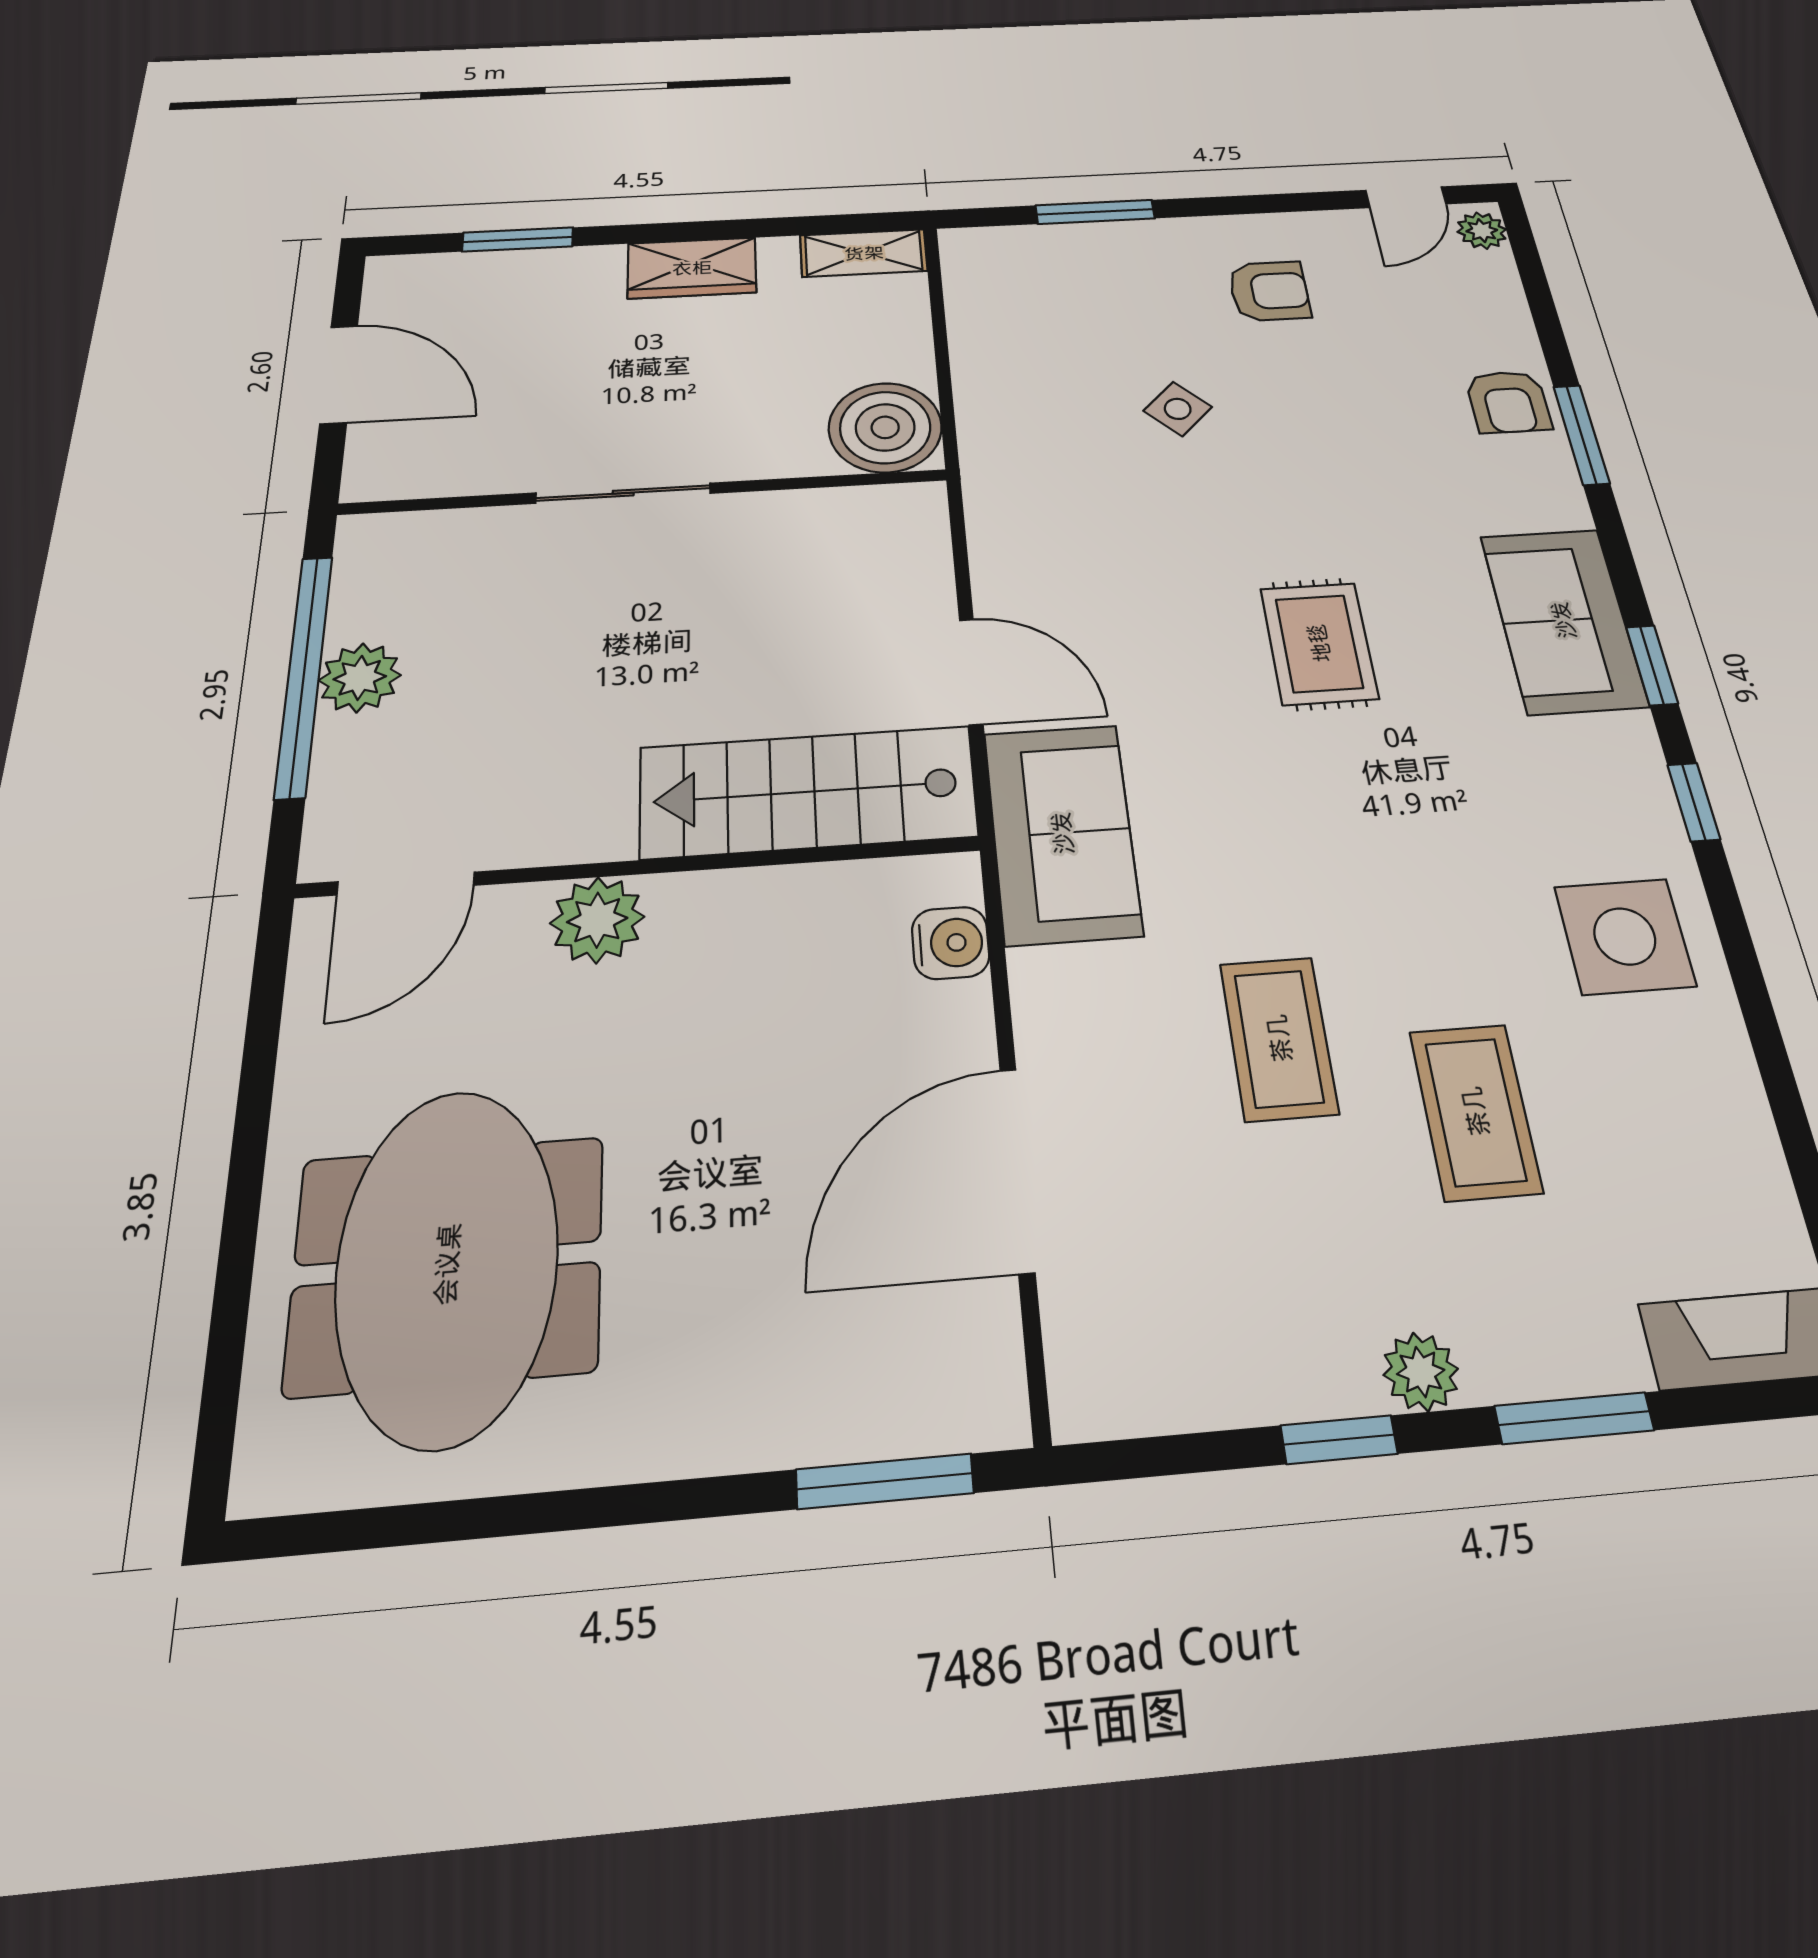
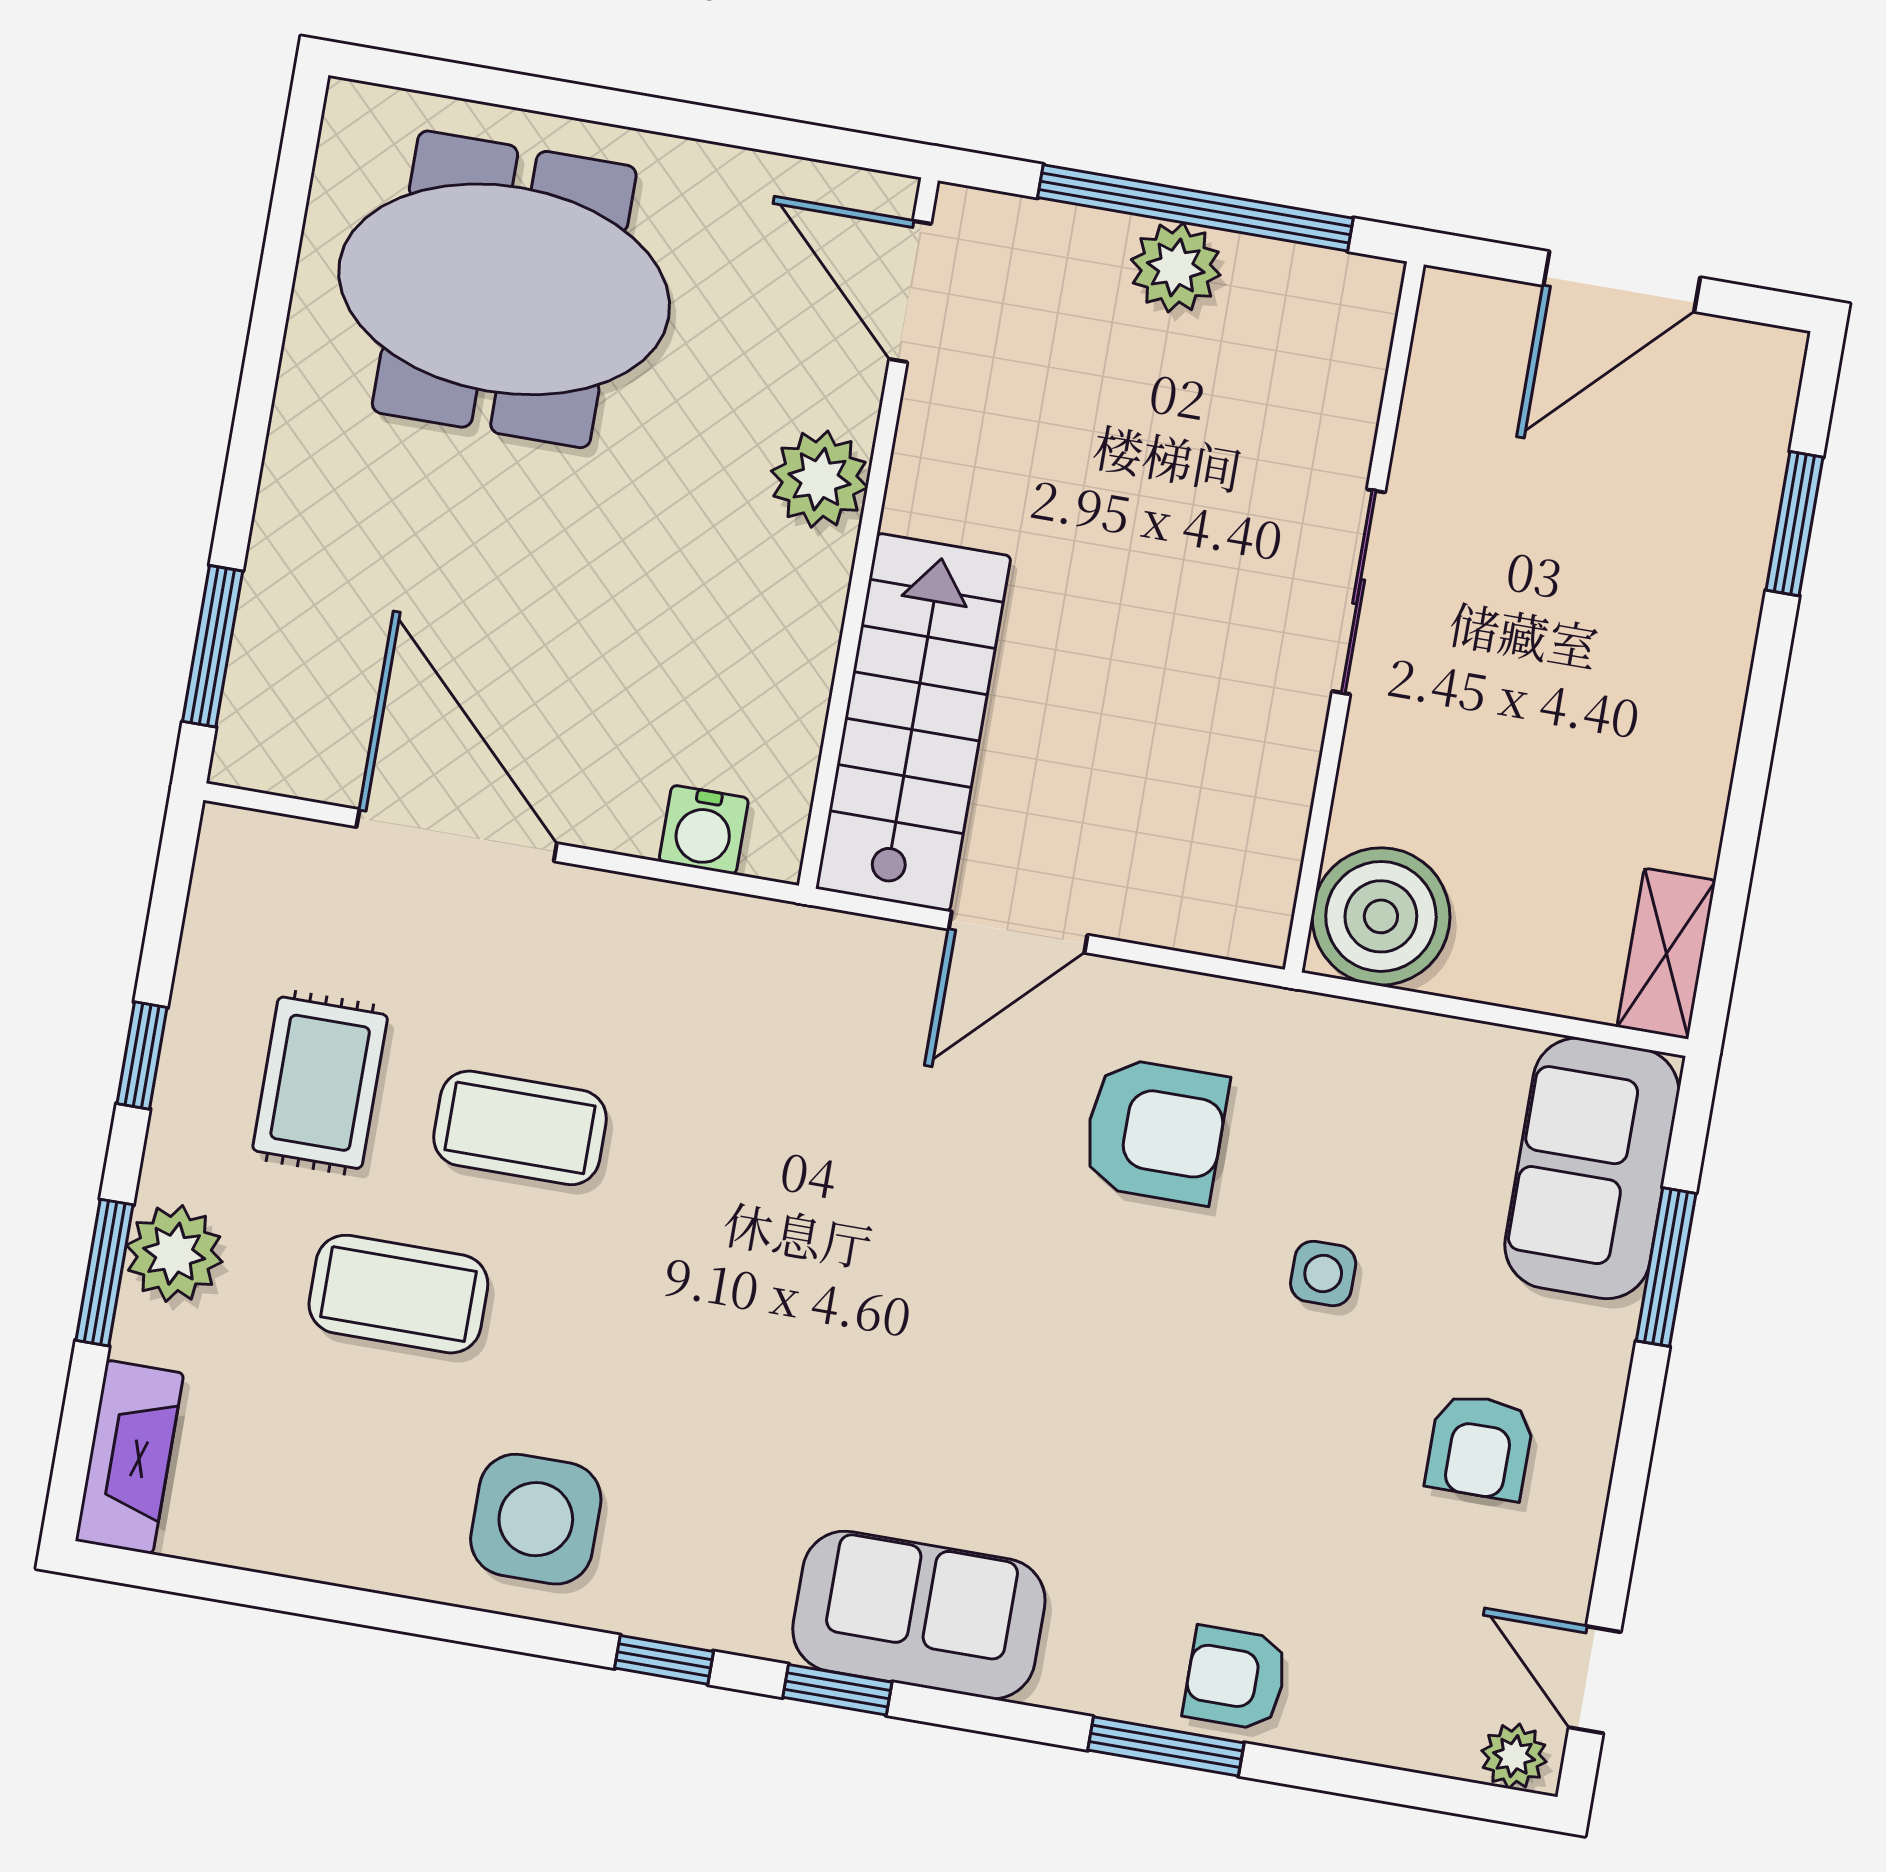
wardrobe: (692, 268) -> (1693, 733), removed
side table: (1178, 409) -> (1323, 1273), turned 45
armchair: (1105, 540) -> (1155, 1131), added
rug: (1319, 643) -> (320, 1083), moved, turned 90
sofa: (1062, 833) -> (1592, 1168), moved, turned 90
plant: (1421, 1372) -> (174, 1254), moved, width x1.38, depth x1.38

